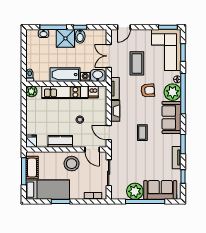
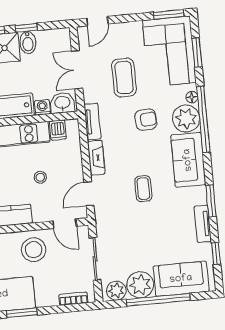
door: (109, 133) -> (89, 194), hinge flipped
plant: (120, 193) -> (116, 291), added

